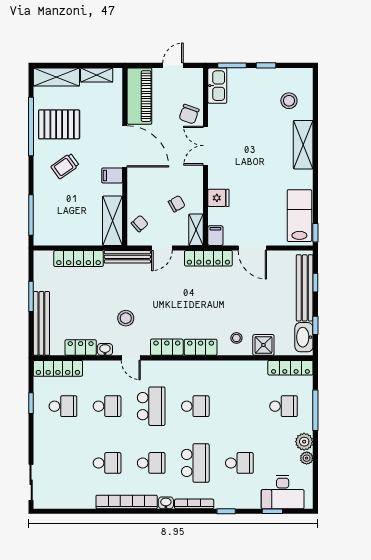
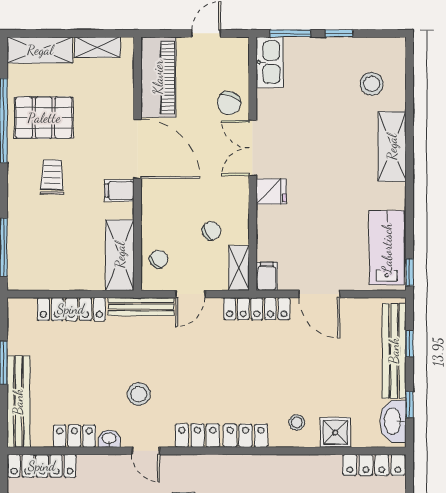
trolley: (65, 166) -> (52, 177), turned 126
fridge: (218, 198) -> (271, 191), moved

